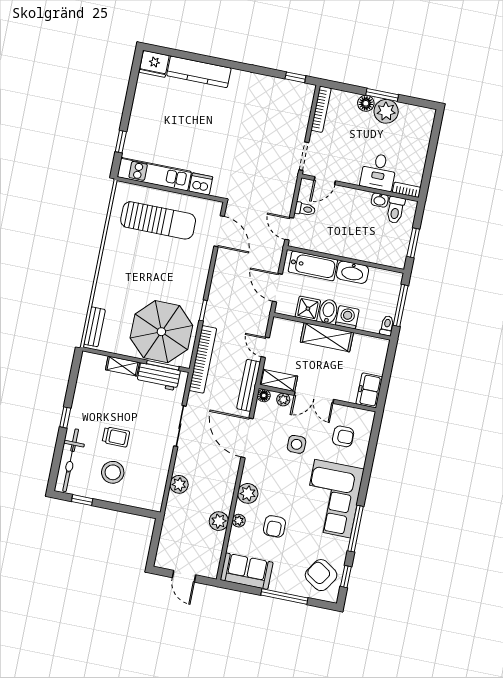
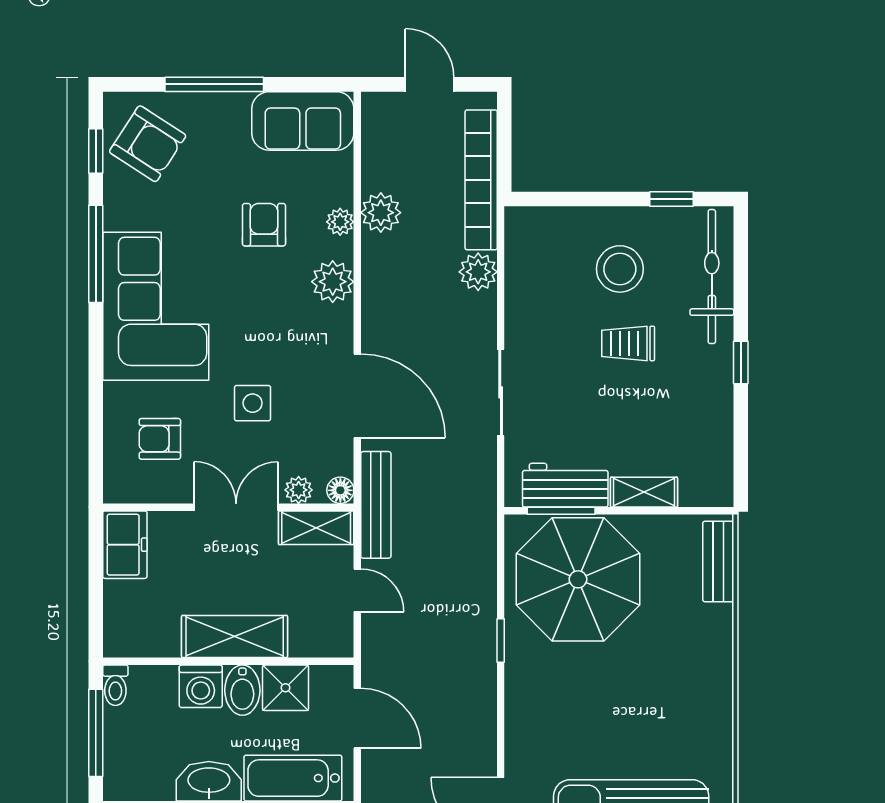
bookcase: (203, 359) -> (481, 180), moved

